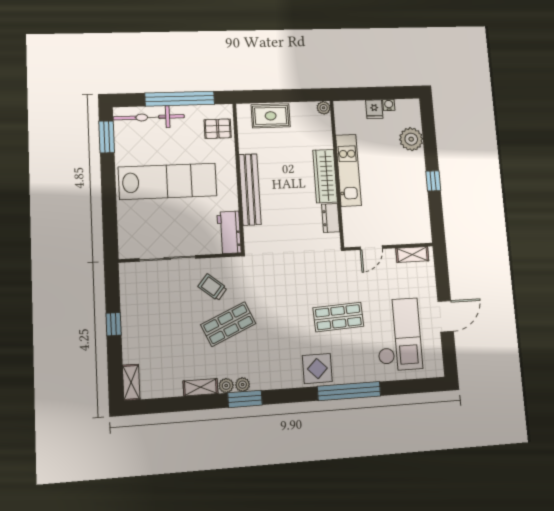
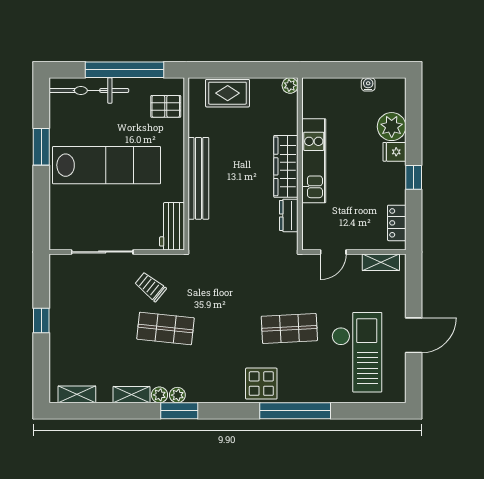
fridge: (374, 109) -> (394, 152), moved, turned 90
window: (107, 137) -> (41, 147), moved
locker: (423, 220) -> (397, 223), added
shop shelf: (228, 324) -> (165, 328), turned 30
shelving: (131, 382) -> (77, 394), moved, turned 90

